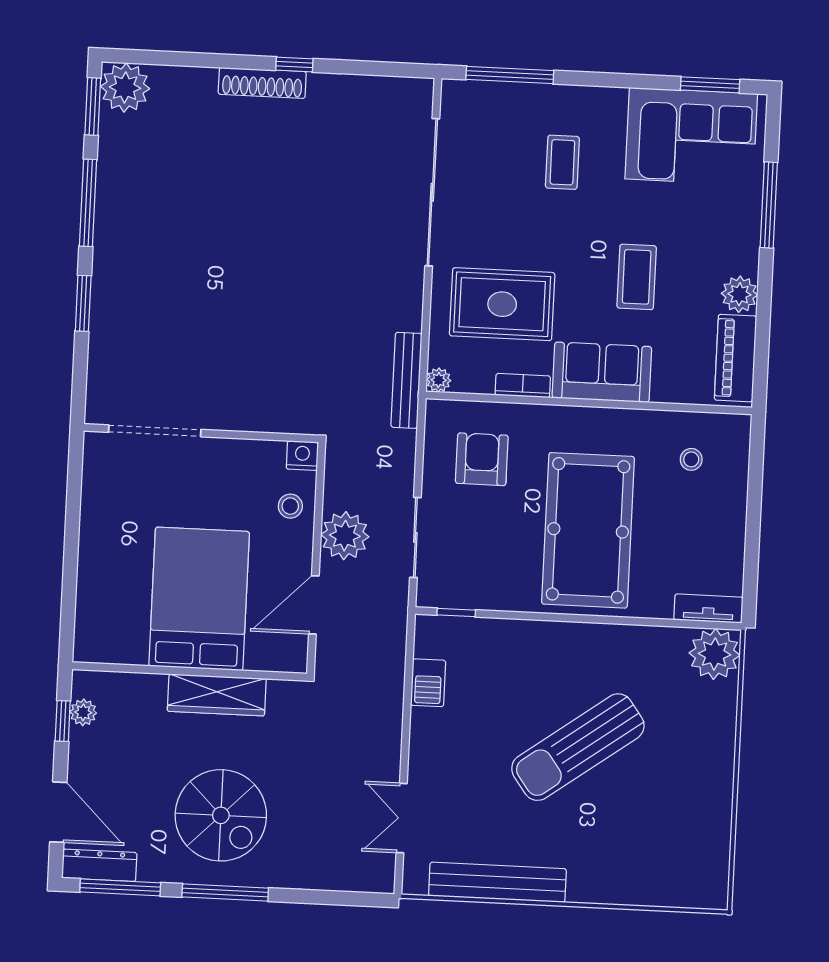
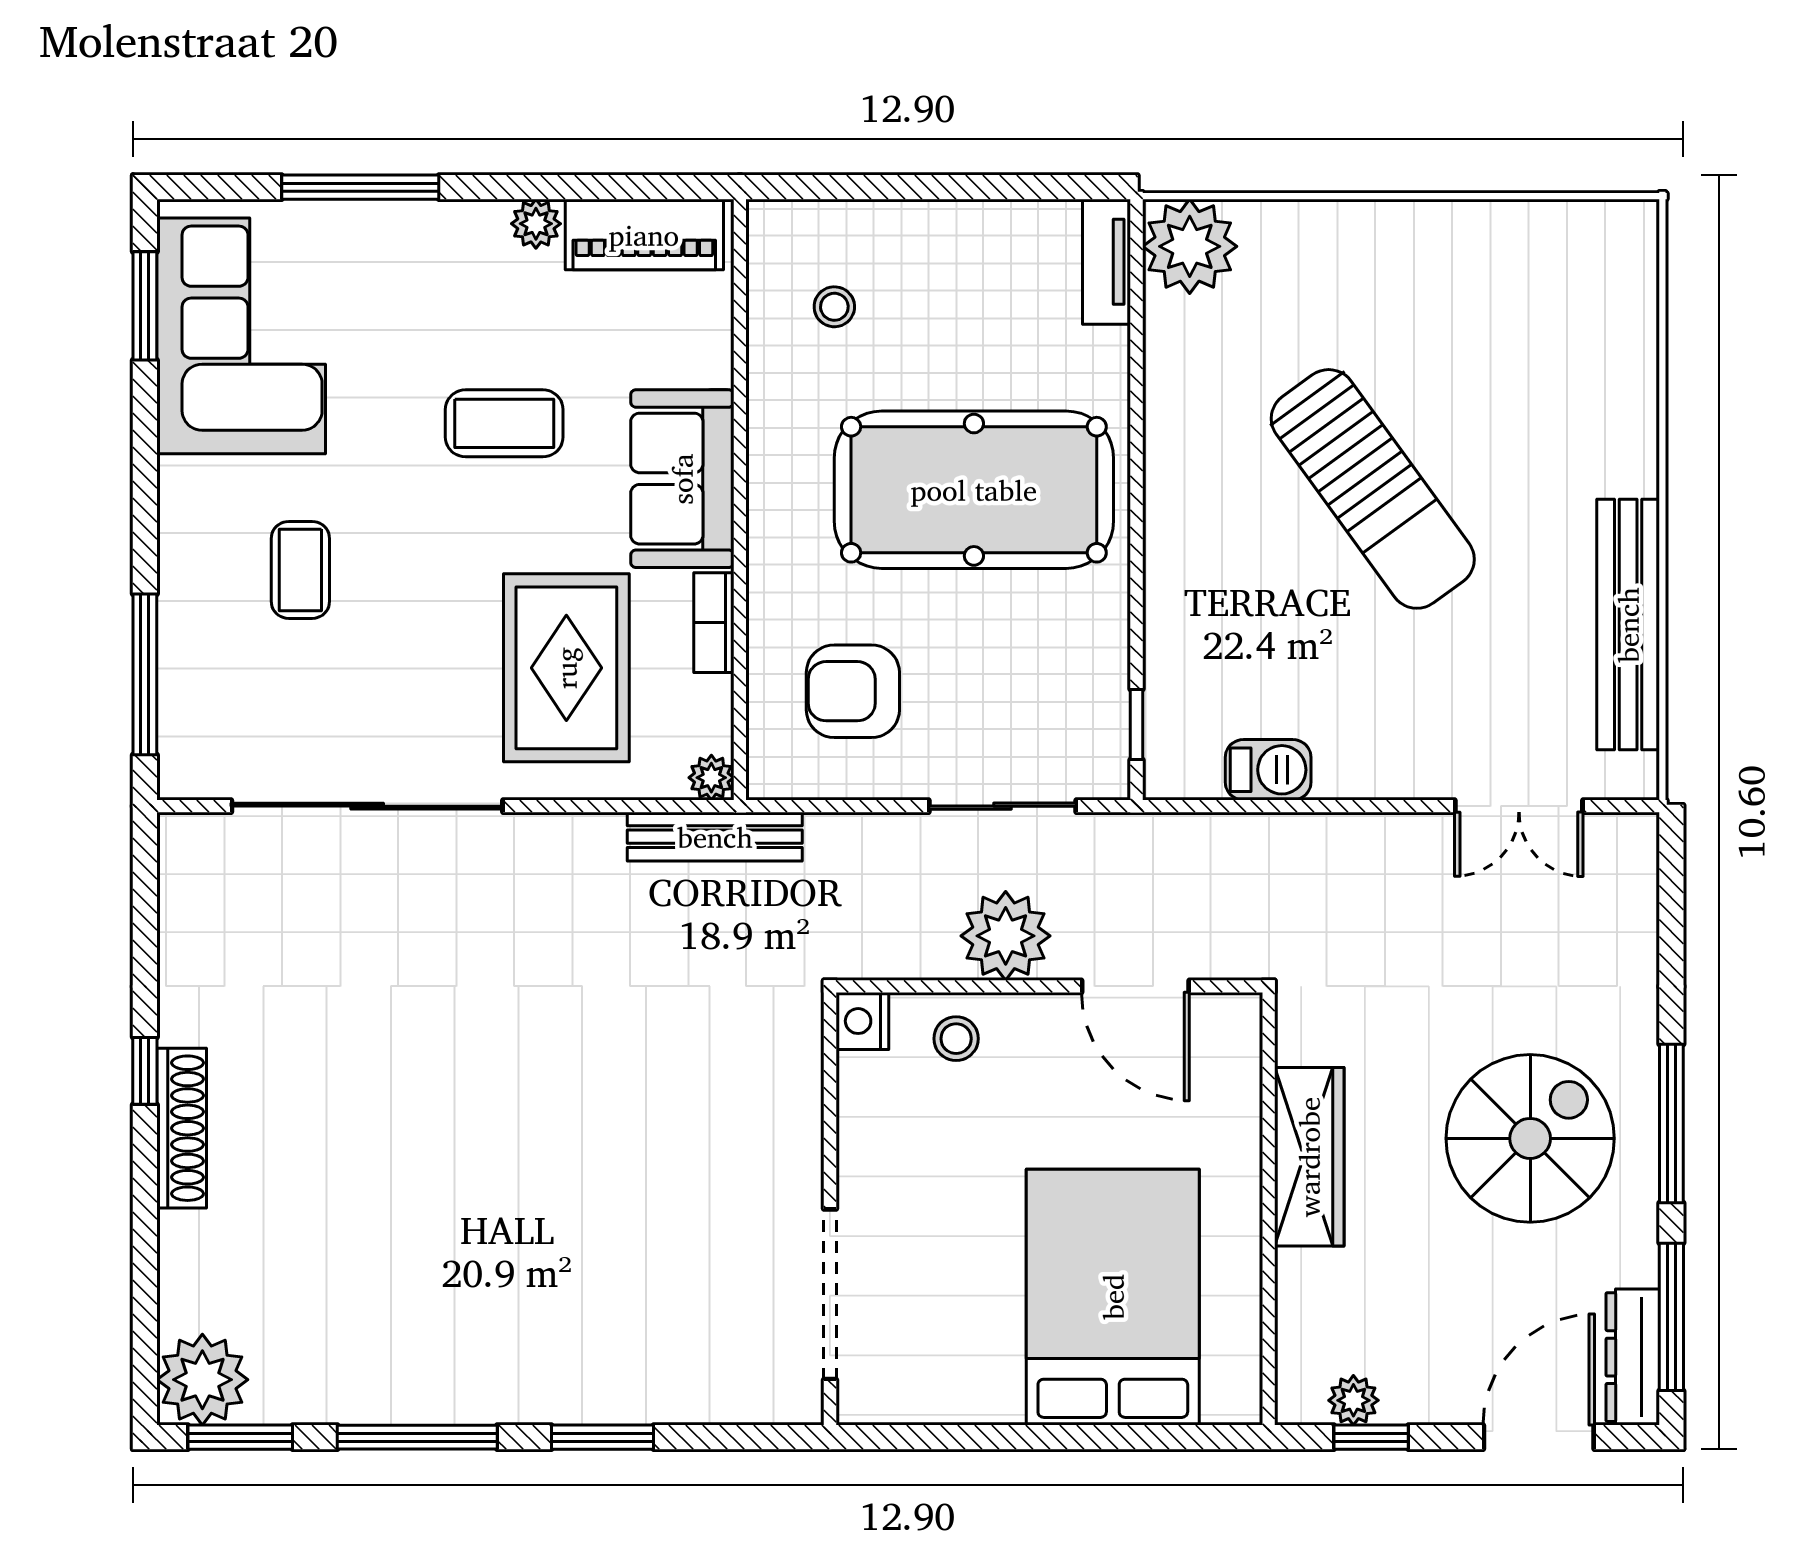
coffee table: (562, 162) -> (300, 570), turned 90
plant: (739, 294) -> (536, 224), width x0.73, depth x0.73
bed: (199, 599) -> (1113, 1297), moved, turned 90

